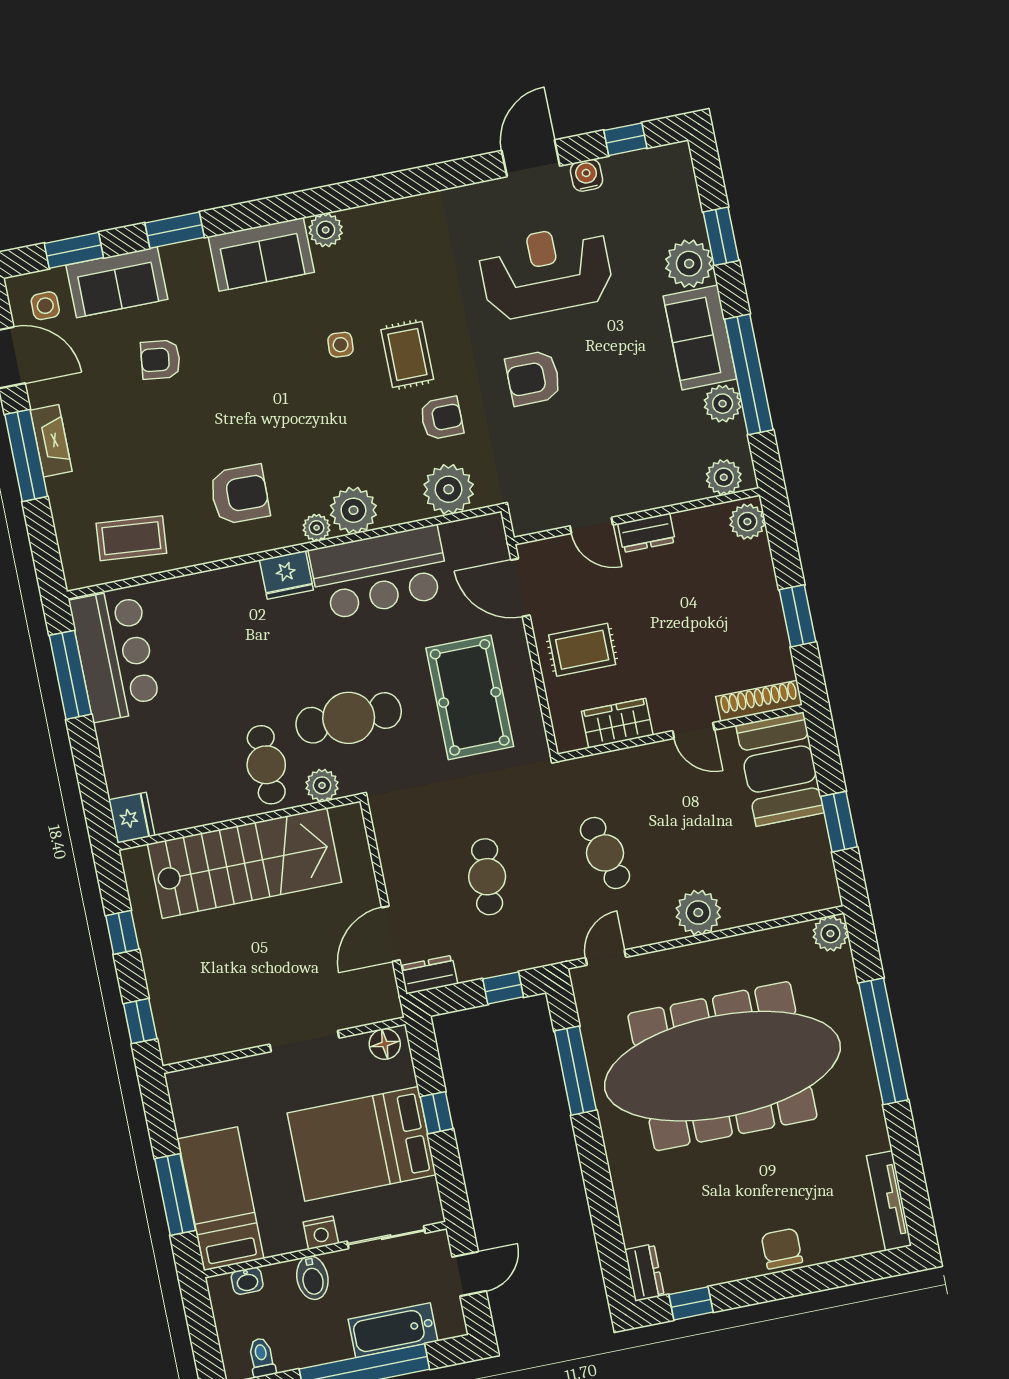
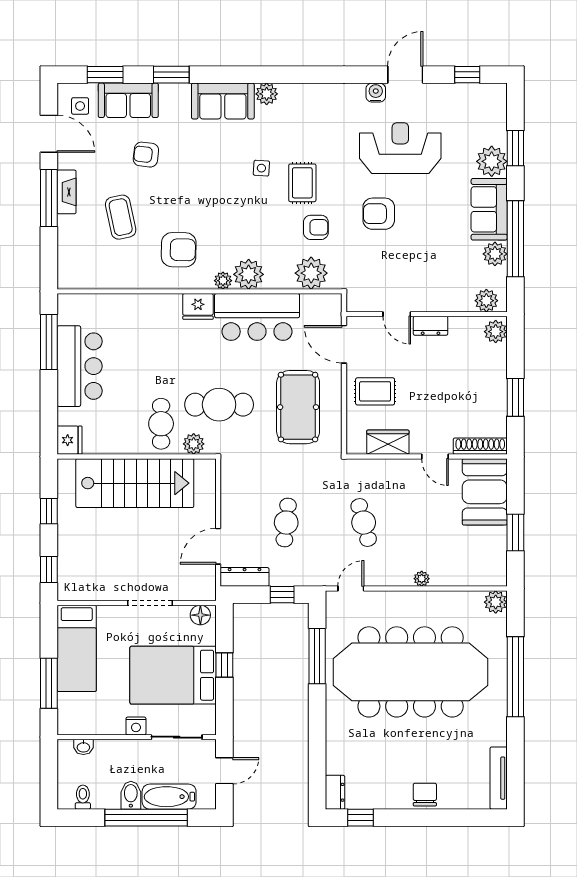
water cooler: (587, 175) -> (376, 93), moved
coffee table: (131, 538) -> (121, 217), moved, turned 73
bar counter: (115, 655) -> (80, 366), moved
plant: (698, 913) -> (422, 579), width x0.53, depth x0.53
dresser: (429, 975) -> (245, 577), width x1.44
bed: (221, 1199) -> (77, 648), moved, turned 180
bidet: (312, 1278) -> (131, 795), moved, turned 180

